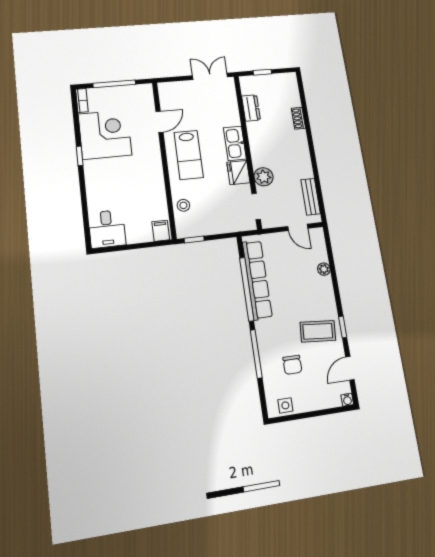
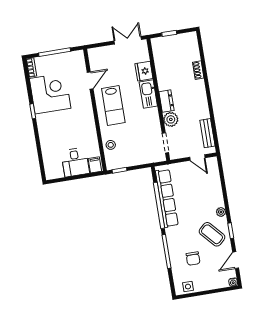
dresser: (251, 108) -> (166, 101), moved
fridge: (238, 172) -> (144, 71), moved
desk: (107, 229) -> (75, 162), moved
plant: (324, 269) -> (221, 212), moved
coffee table: (318, 331) -> (212, 234), turned 43

